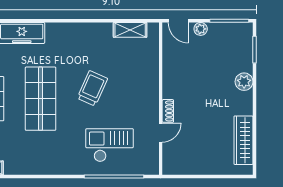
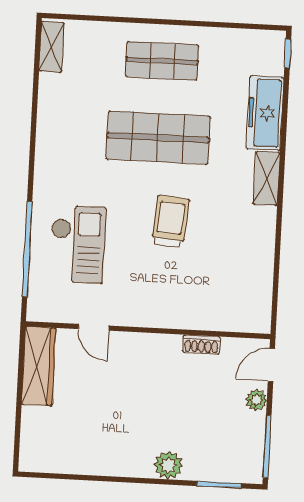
shelving: (130, 30) -> (267, 179), moved
trolley: (92, 88) -> (170, 221), turned -109
shoe rack: (168, 111) -> (201, 344), moved
wardrobe: (243, 140) -> (39, 366), moved, turned 90

